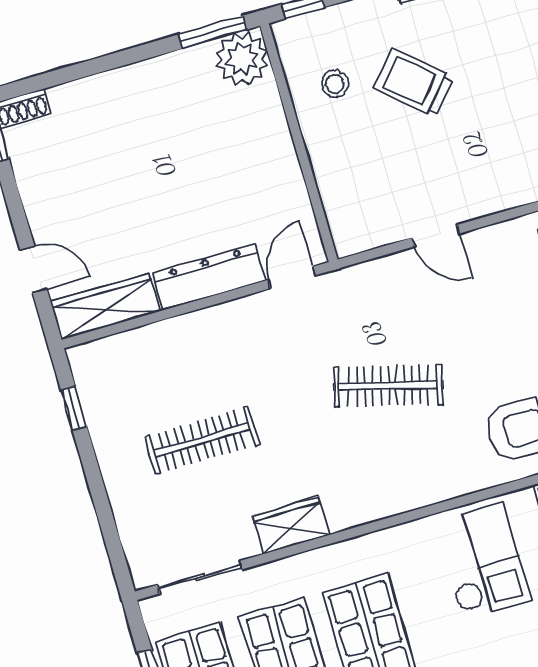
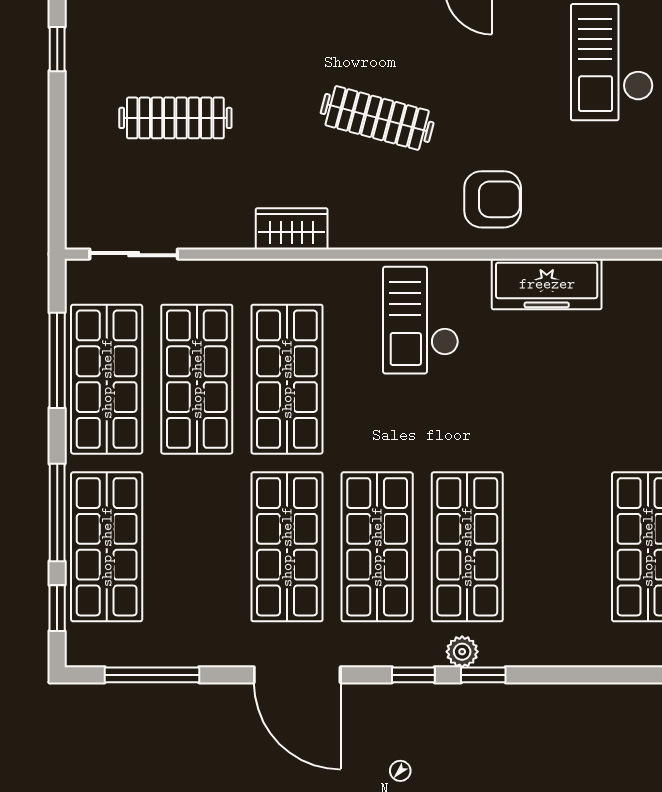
wardrobe: (291, 525) -> (292, 229), moved
checkout: (483, 561) -> (421, 320), turned 180

